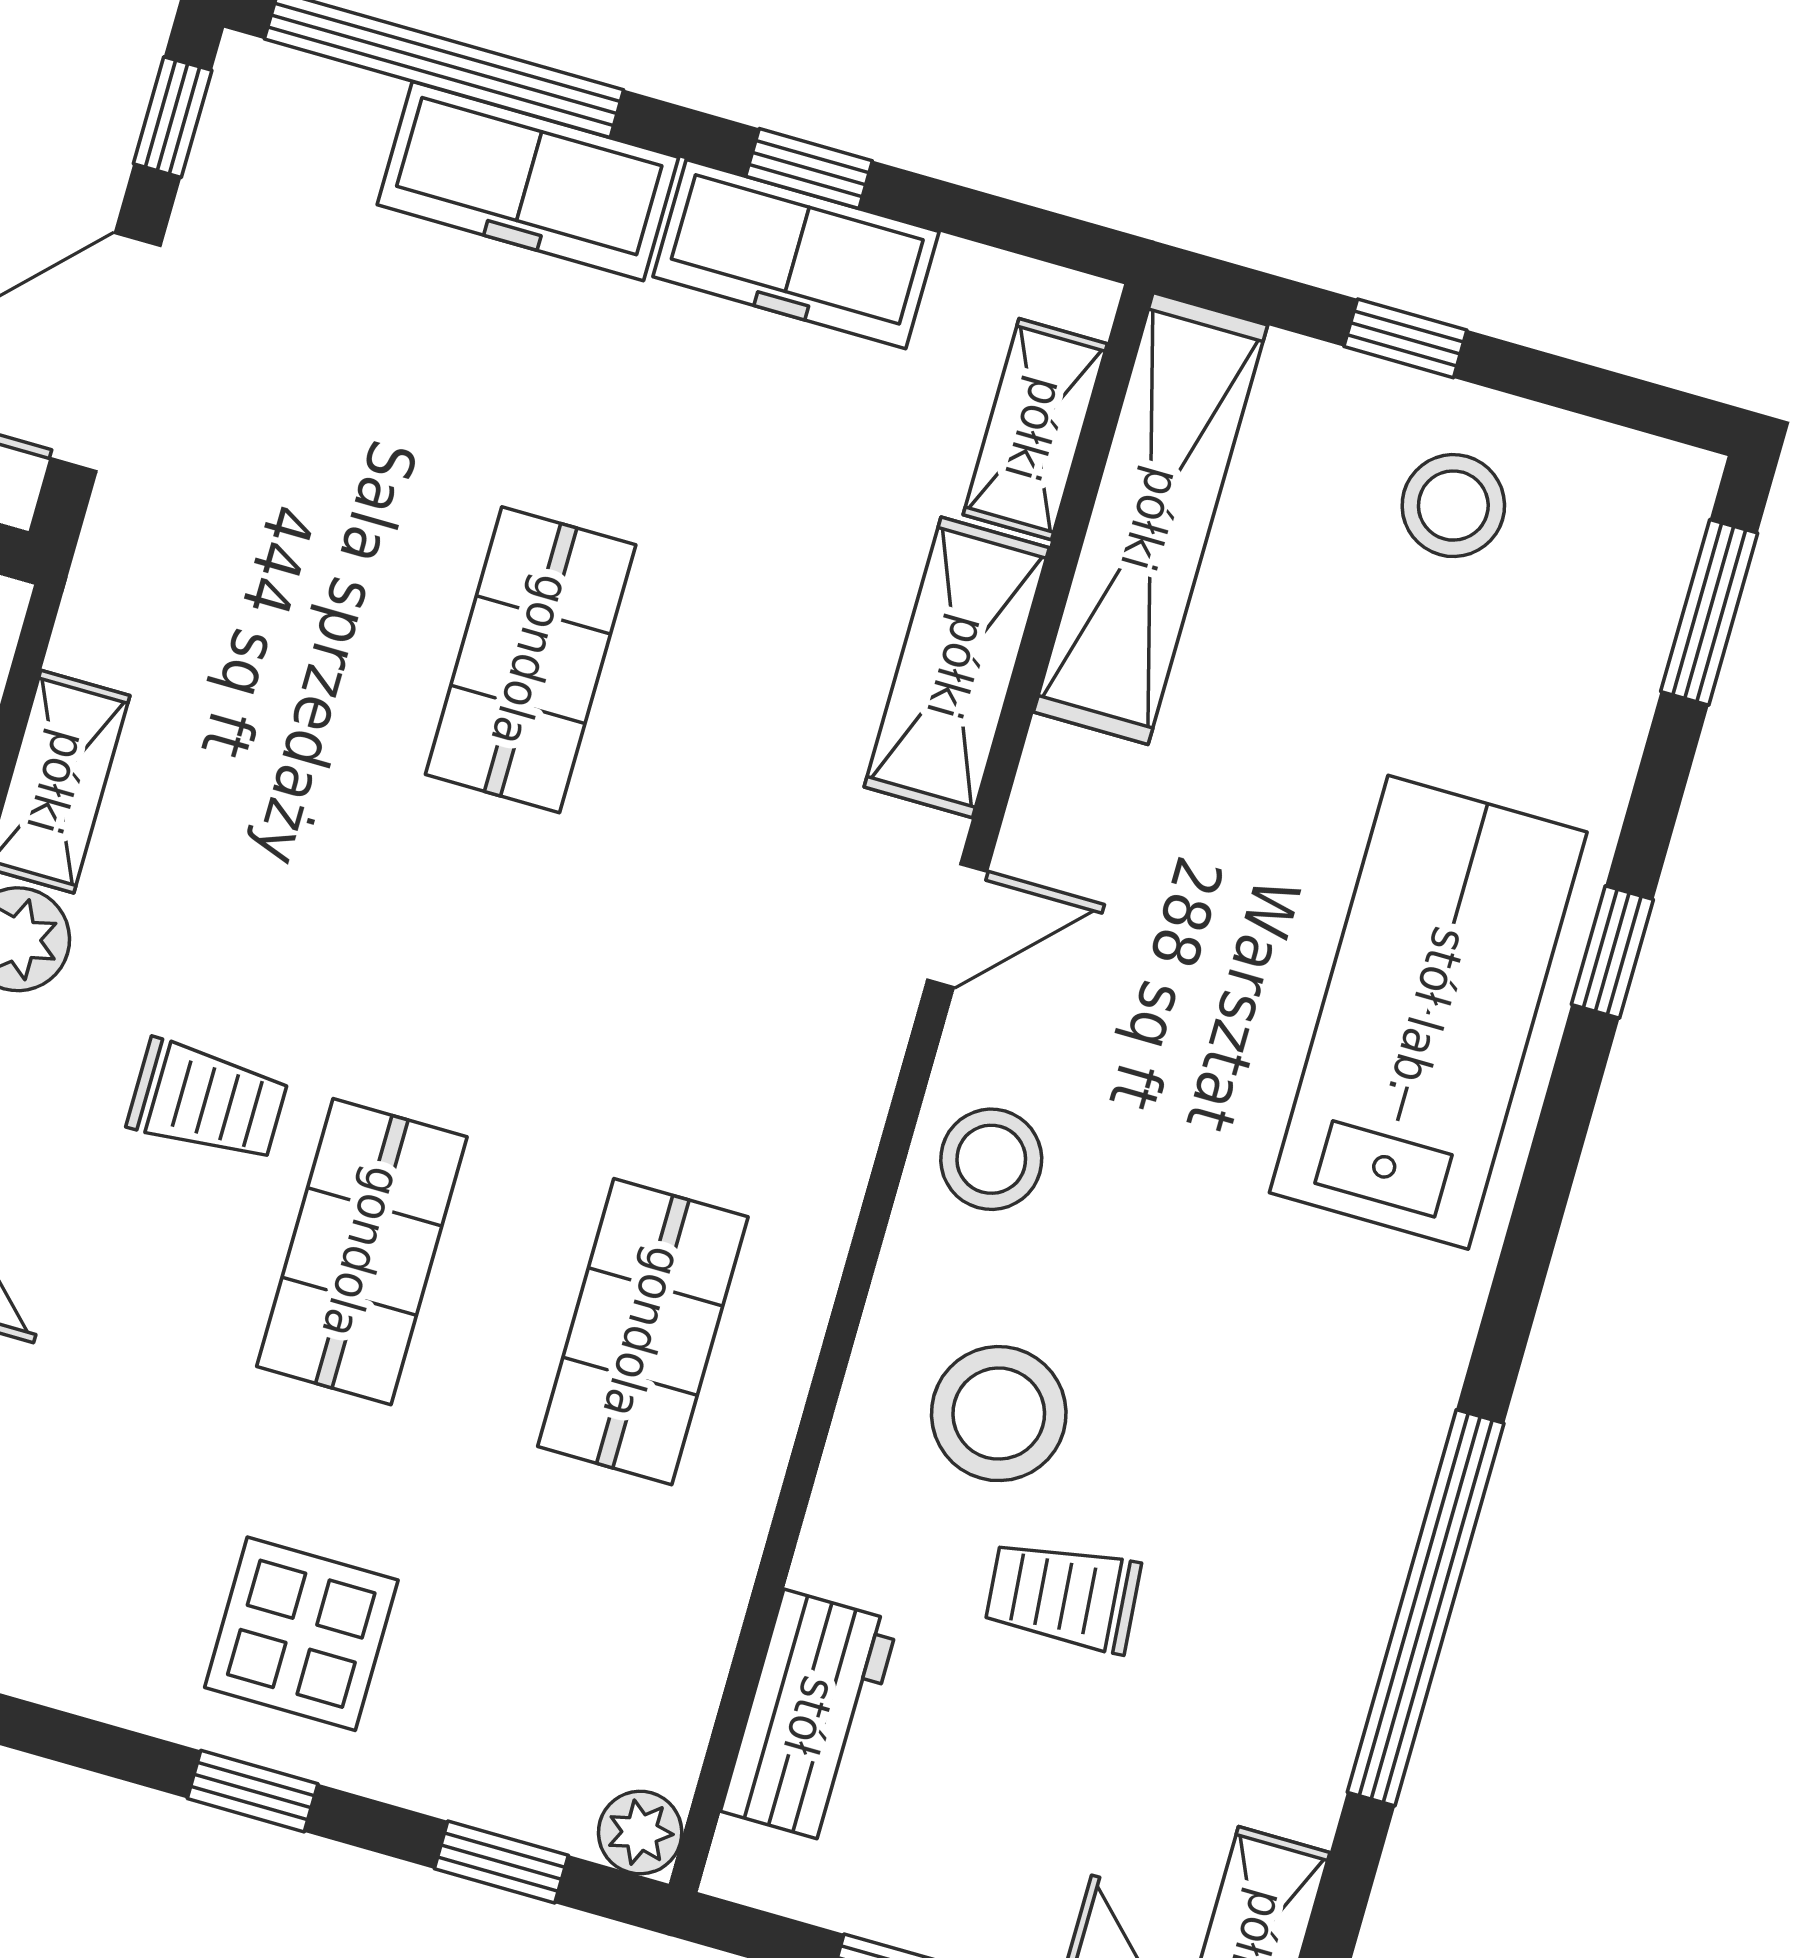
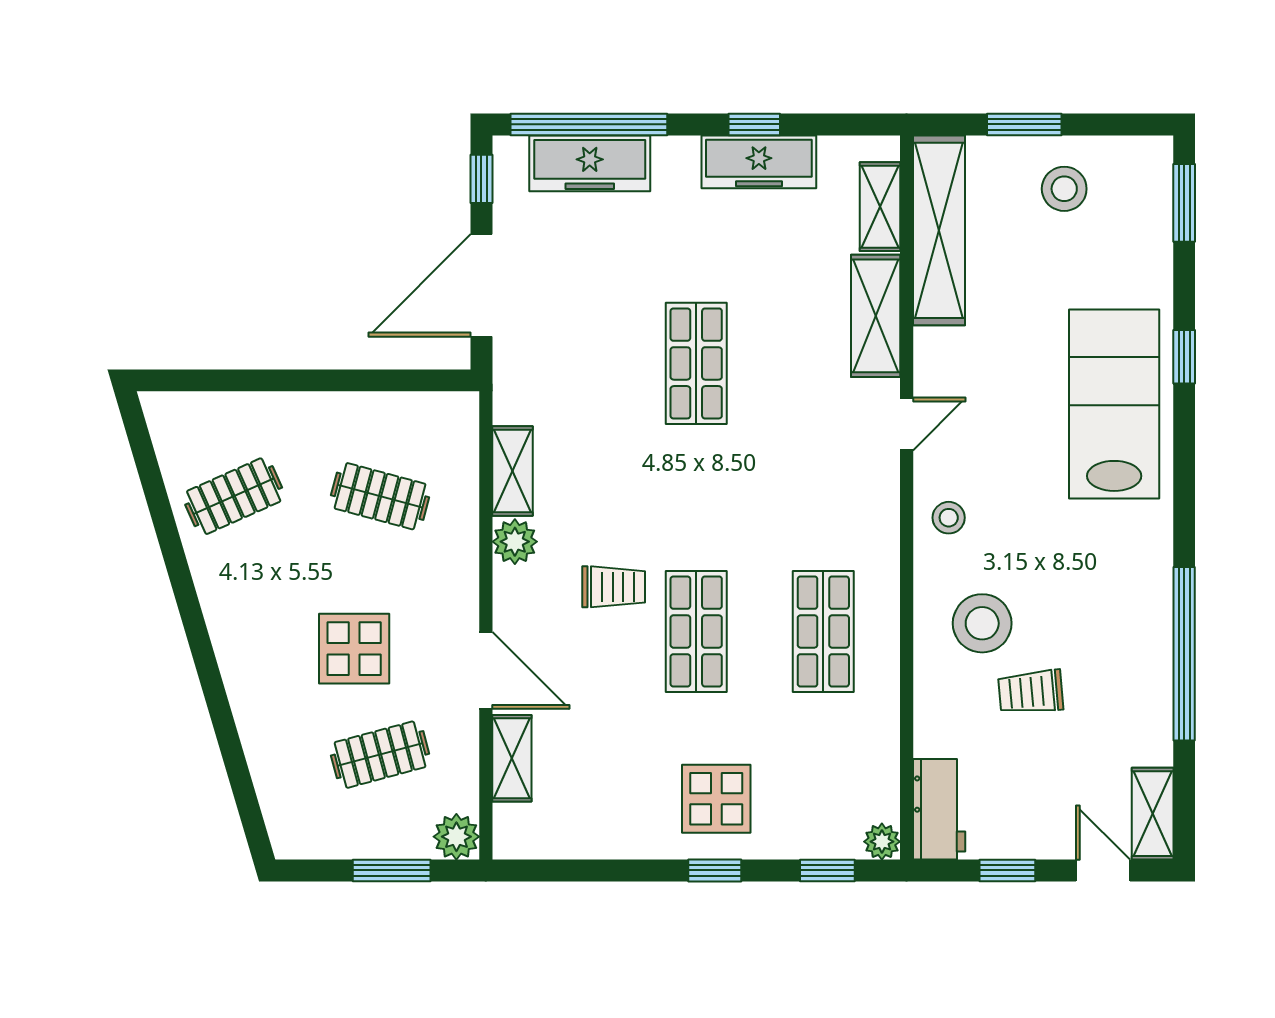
freezer: (528, 181) -> (590, 163), moved
window: (1405, 338) -> (1024, 124), width x1.50
stool: (991, 1159) -> (949, 518), width x0.73, depth x0.73
workbench: (810, 1716) -> (939, 809), moved

